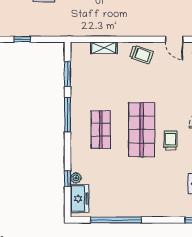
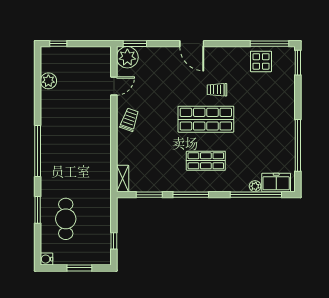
shelving: (104, 48) -> (123, 179), moved
window: (68, 179) -> (256, 195), width x3.17

